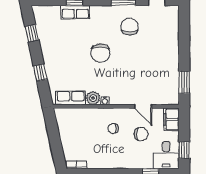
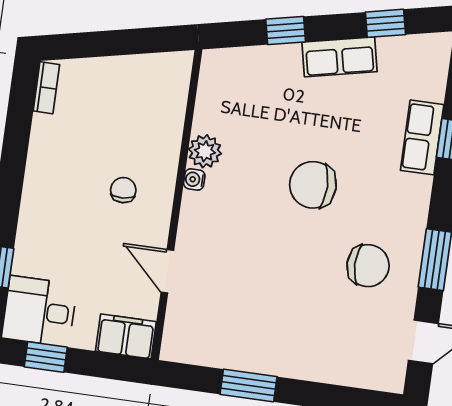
window: (184, 82) -> (249, 385), moved
row of seats: (71, 98) -> (340, 57), moved, turned 78
door: (143, 106) -> (167, 271), hinge flipped
chair: (141, 134) -> (100, 257), removed

